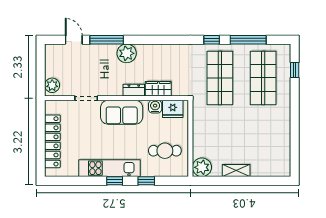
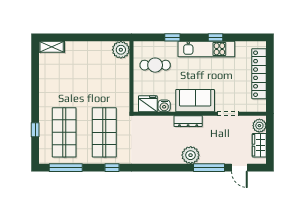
window: (248, 40) -> (66, 168), moved
window: (295, 70) -> (35, 130), moved
wardrobe: (158, 89) -> (259, 145), moved, turned 90
dresser: (134, 90) -> (188, 121), width x1.44
shelving: (236, 171) -> (52, 47), moved
window: (115, 181) -> (215, 37), moved

